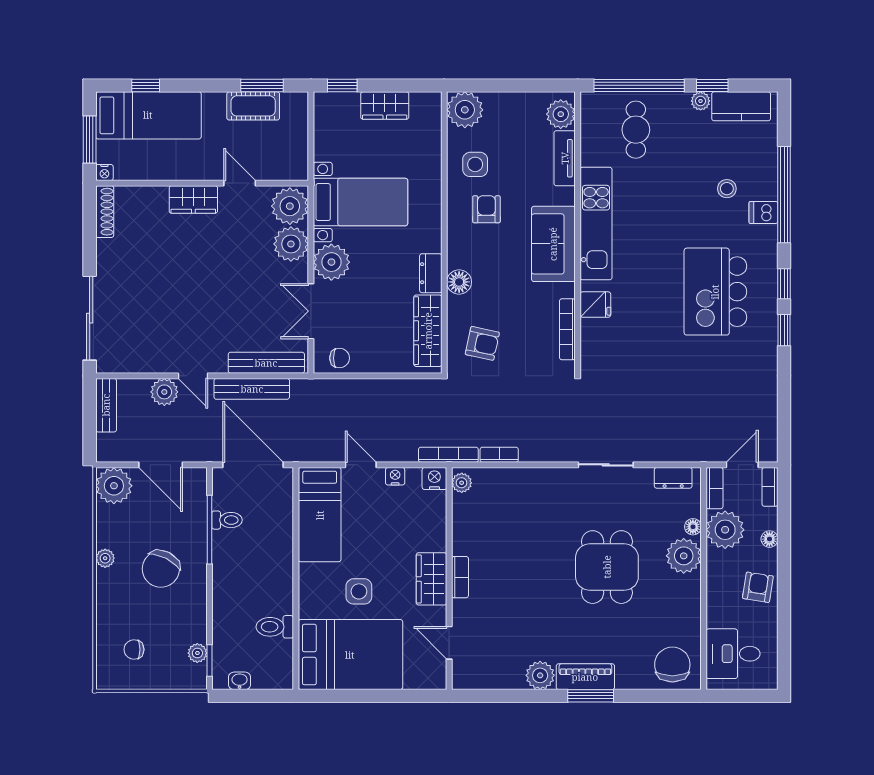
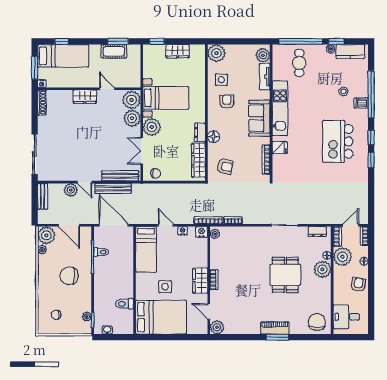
plant: (105, 558) -> (42, 250), moved
chair: (161, 569) -> (69, 276), turned 63
plant: (540, 675) -> (217, 327), moved

